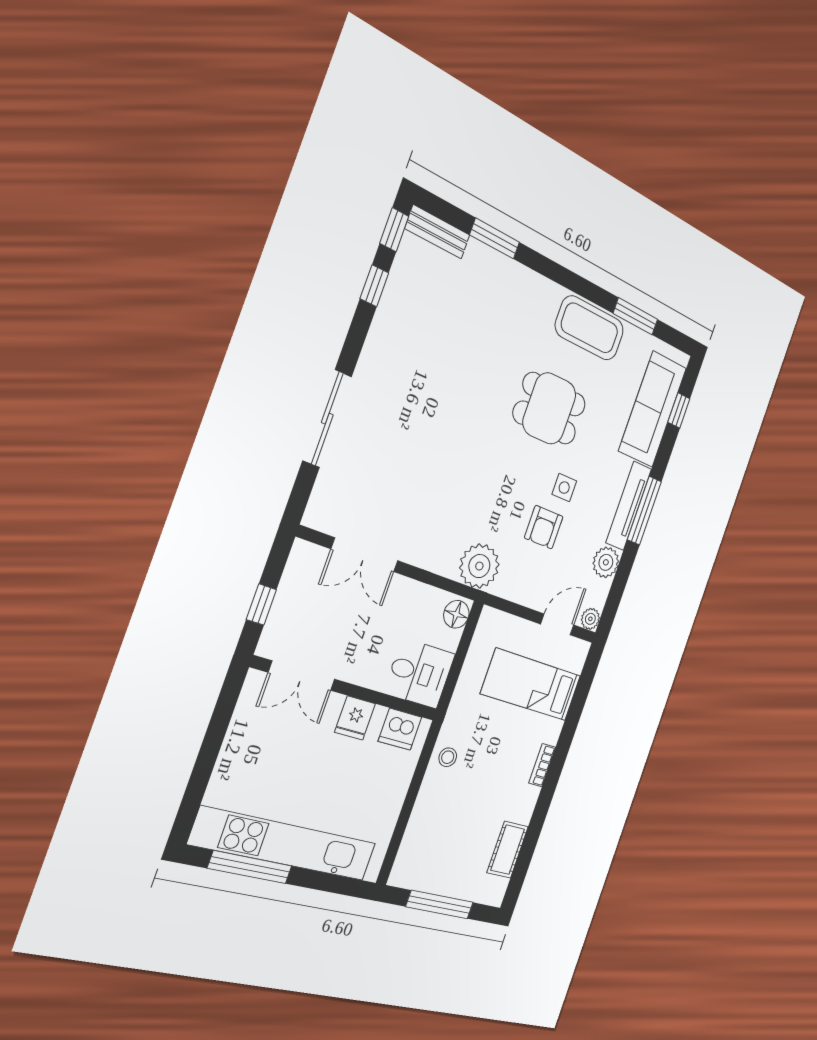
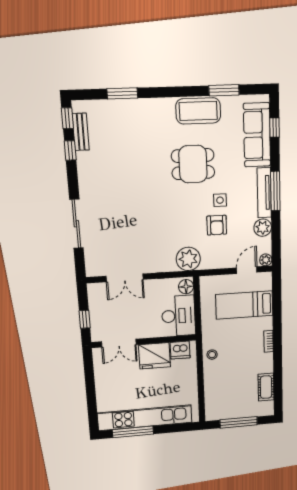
bench: (437, 232) -> (81, 132), moved, turned 90
desk: (420, 673) -> (178, 316), width x1.37
fridge: (355, 718) -> (154, 356), width x1.88, depth x1.34

